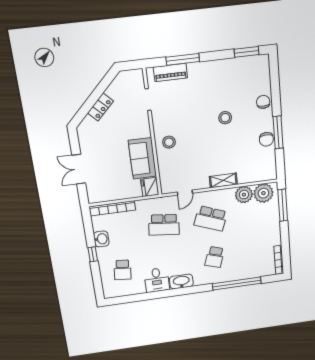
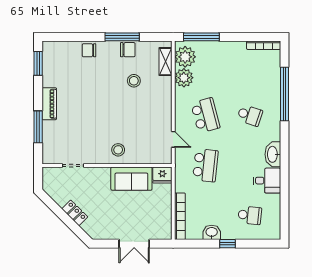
piano: (170, 72) -> (49, 104), moved
stool: (225, 118) -> (134, 81), moved
shelving: (223, 180) -> (166, 62), moved
school desk: (211, 218) -> (205, 115), turned -36

